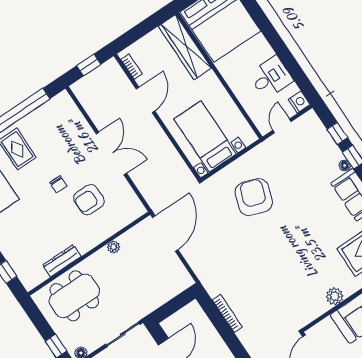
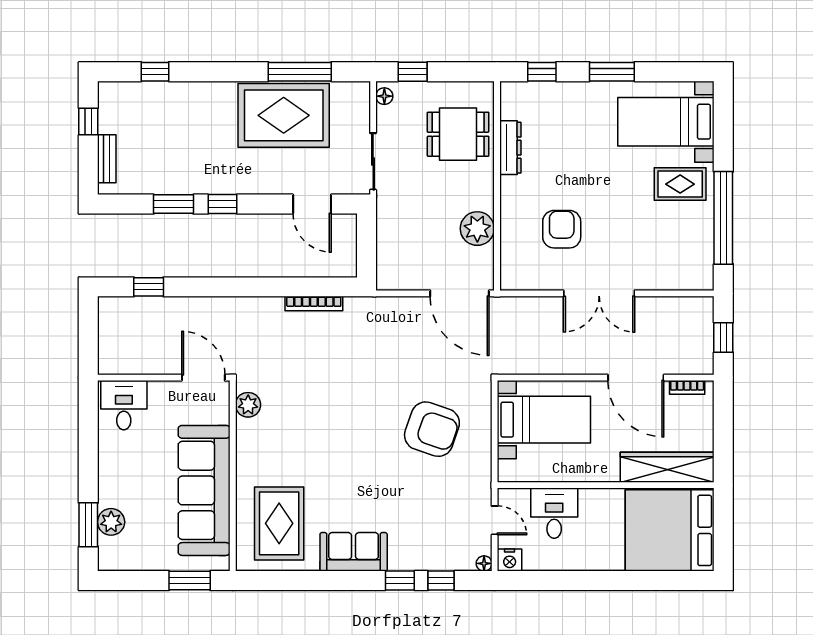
desk: (271, 77) -> (554, 513), moved, turned 180
door: (146, 100) -> (636, 378), width x1.36
floor lamp: (345, 165) -> (484, 563), moved
chair: (58, 184) -> (605, 205), removed
plant: (114, 247) -> (477, 229), width x1.88, depth x1.88
dining table: (74, 296) -> (458, 134), width x0.73
plant: (335, 296) -> (248, 405), moved

